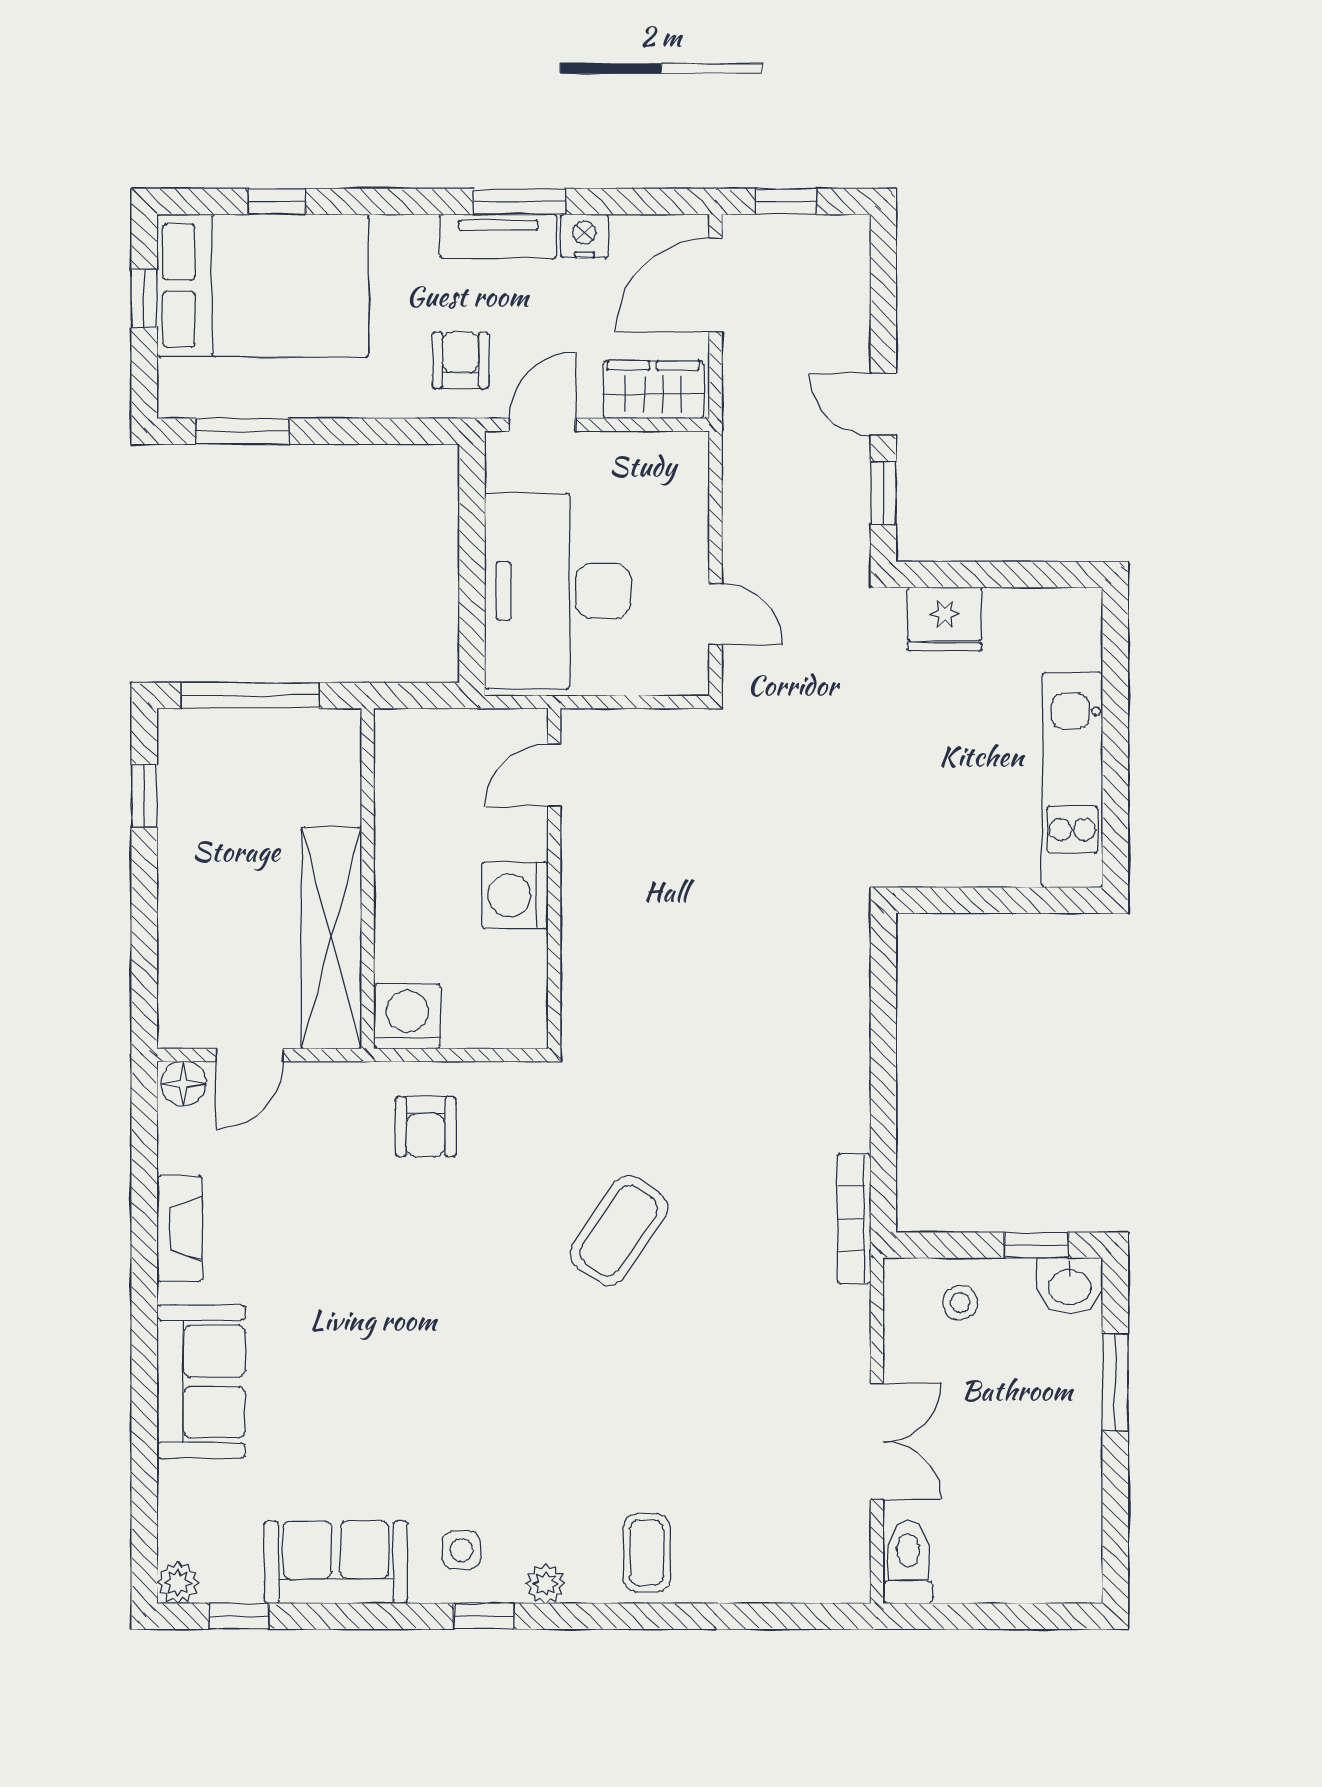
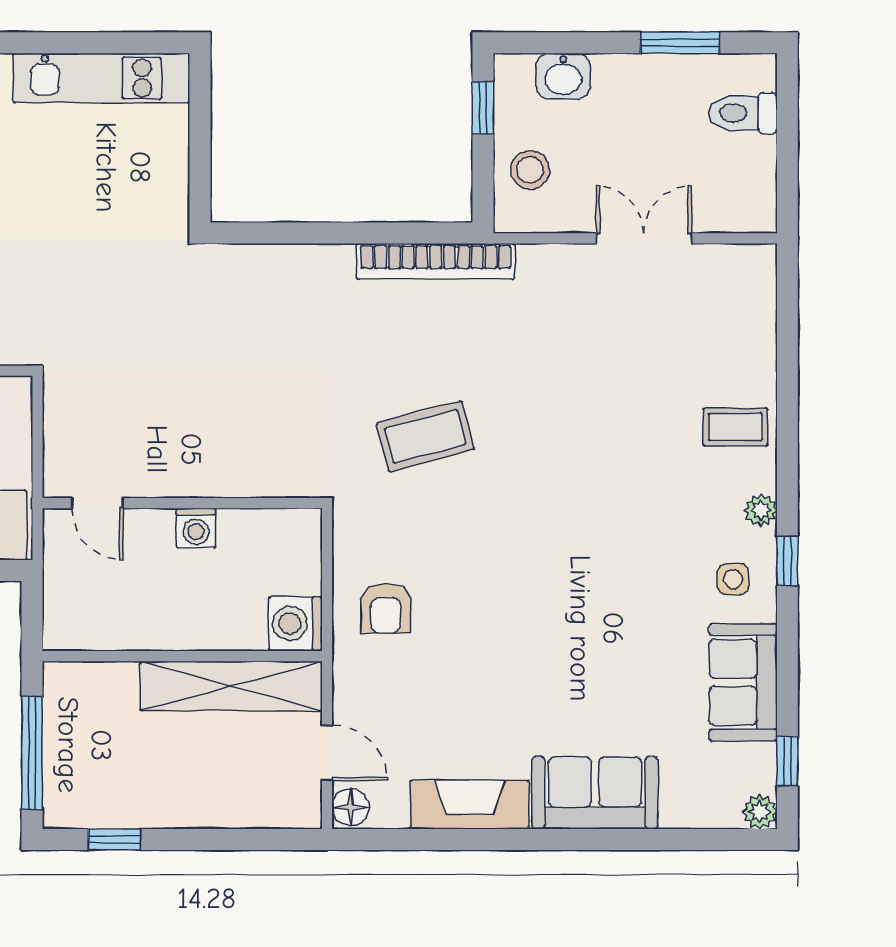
washing machine: (515, 895) -> (196, 528), width x0.73, depth x0.73
armchair: (426, 1127) -> (386, 609), turned 90
bookcase: (854, 1219) -> (436, 261), width x1.48, depth x1.31
fireplace: (179, 1229) -> (469, 805), width x1.37, depth x1.32
coffee table: (619, 1230) -> (425, 436), moved, turned -49
washbasin: (1070, 1286) -> (563, 76), moved, turned 90
stool: (960, 1303) -> (530, 170), width x1.37, depth x1.37
window: (1115, 1382) -> (680, 43), moved
toilet: (908, 1562) -> (743, 113), moved

